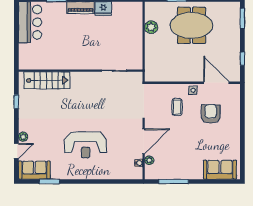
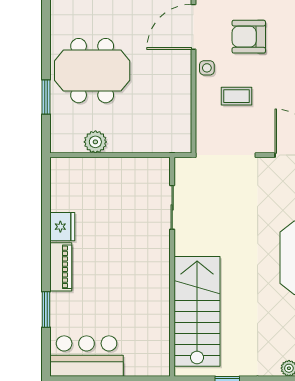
meeting table: (191, 25) -> (92, 71), turned 90
stairs: (47, 80) -> (197, 311), width x1.36, depth x1.51

